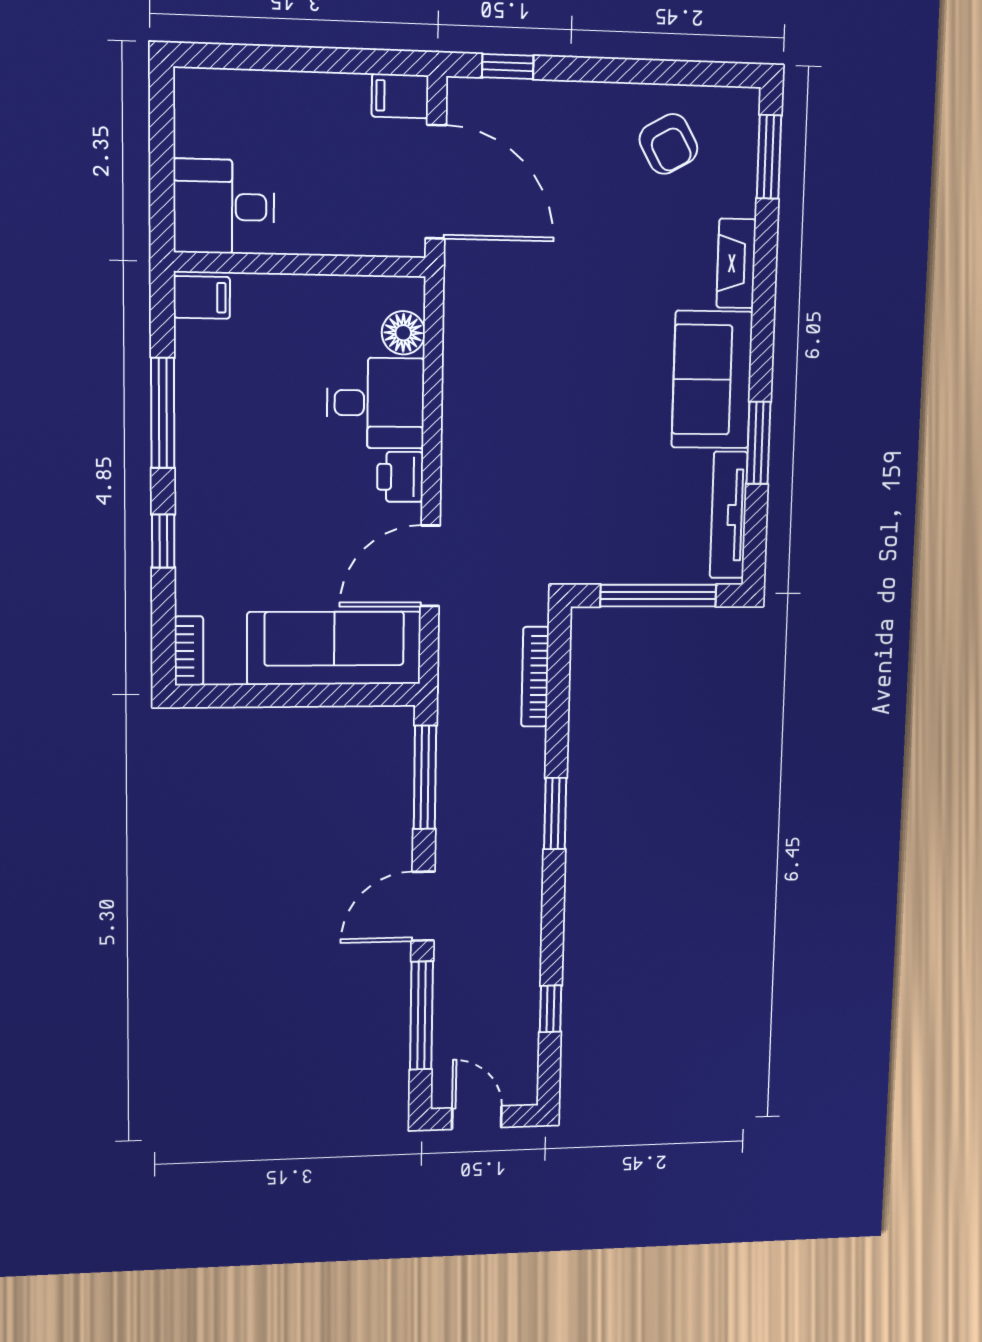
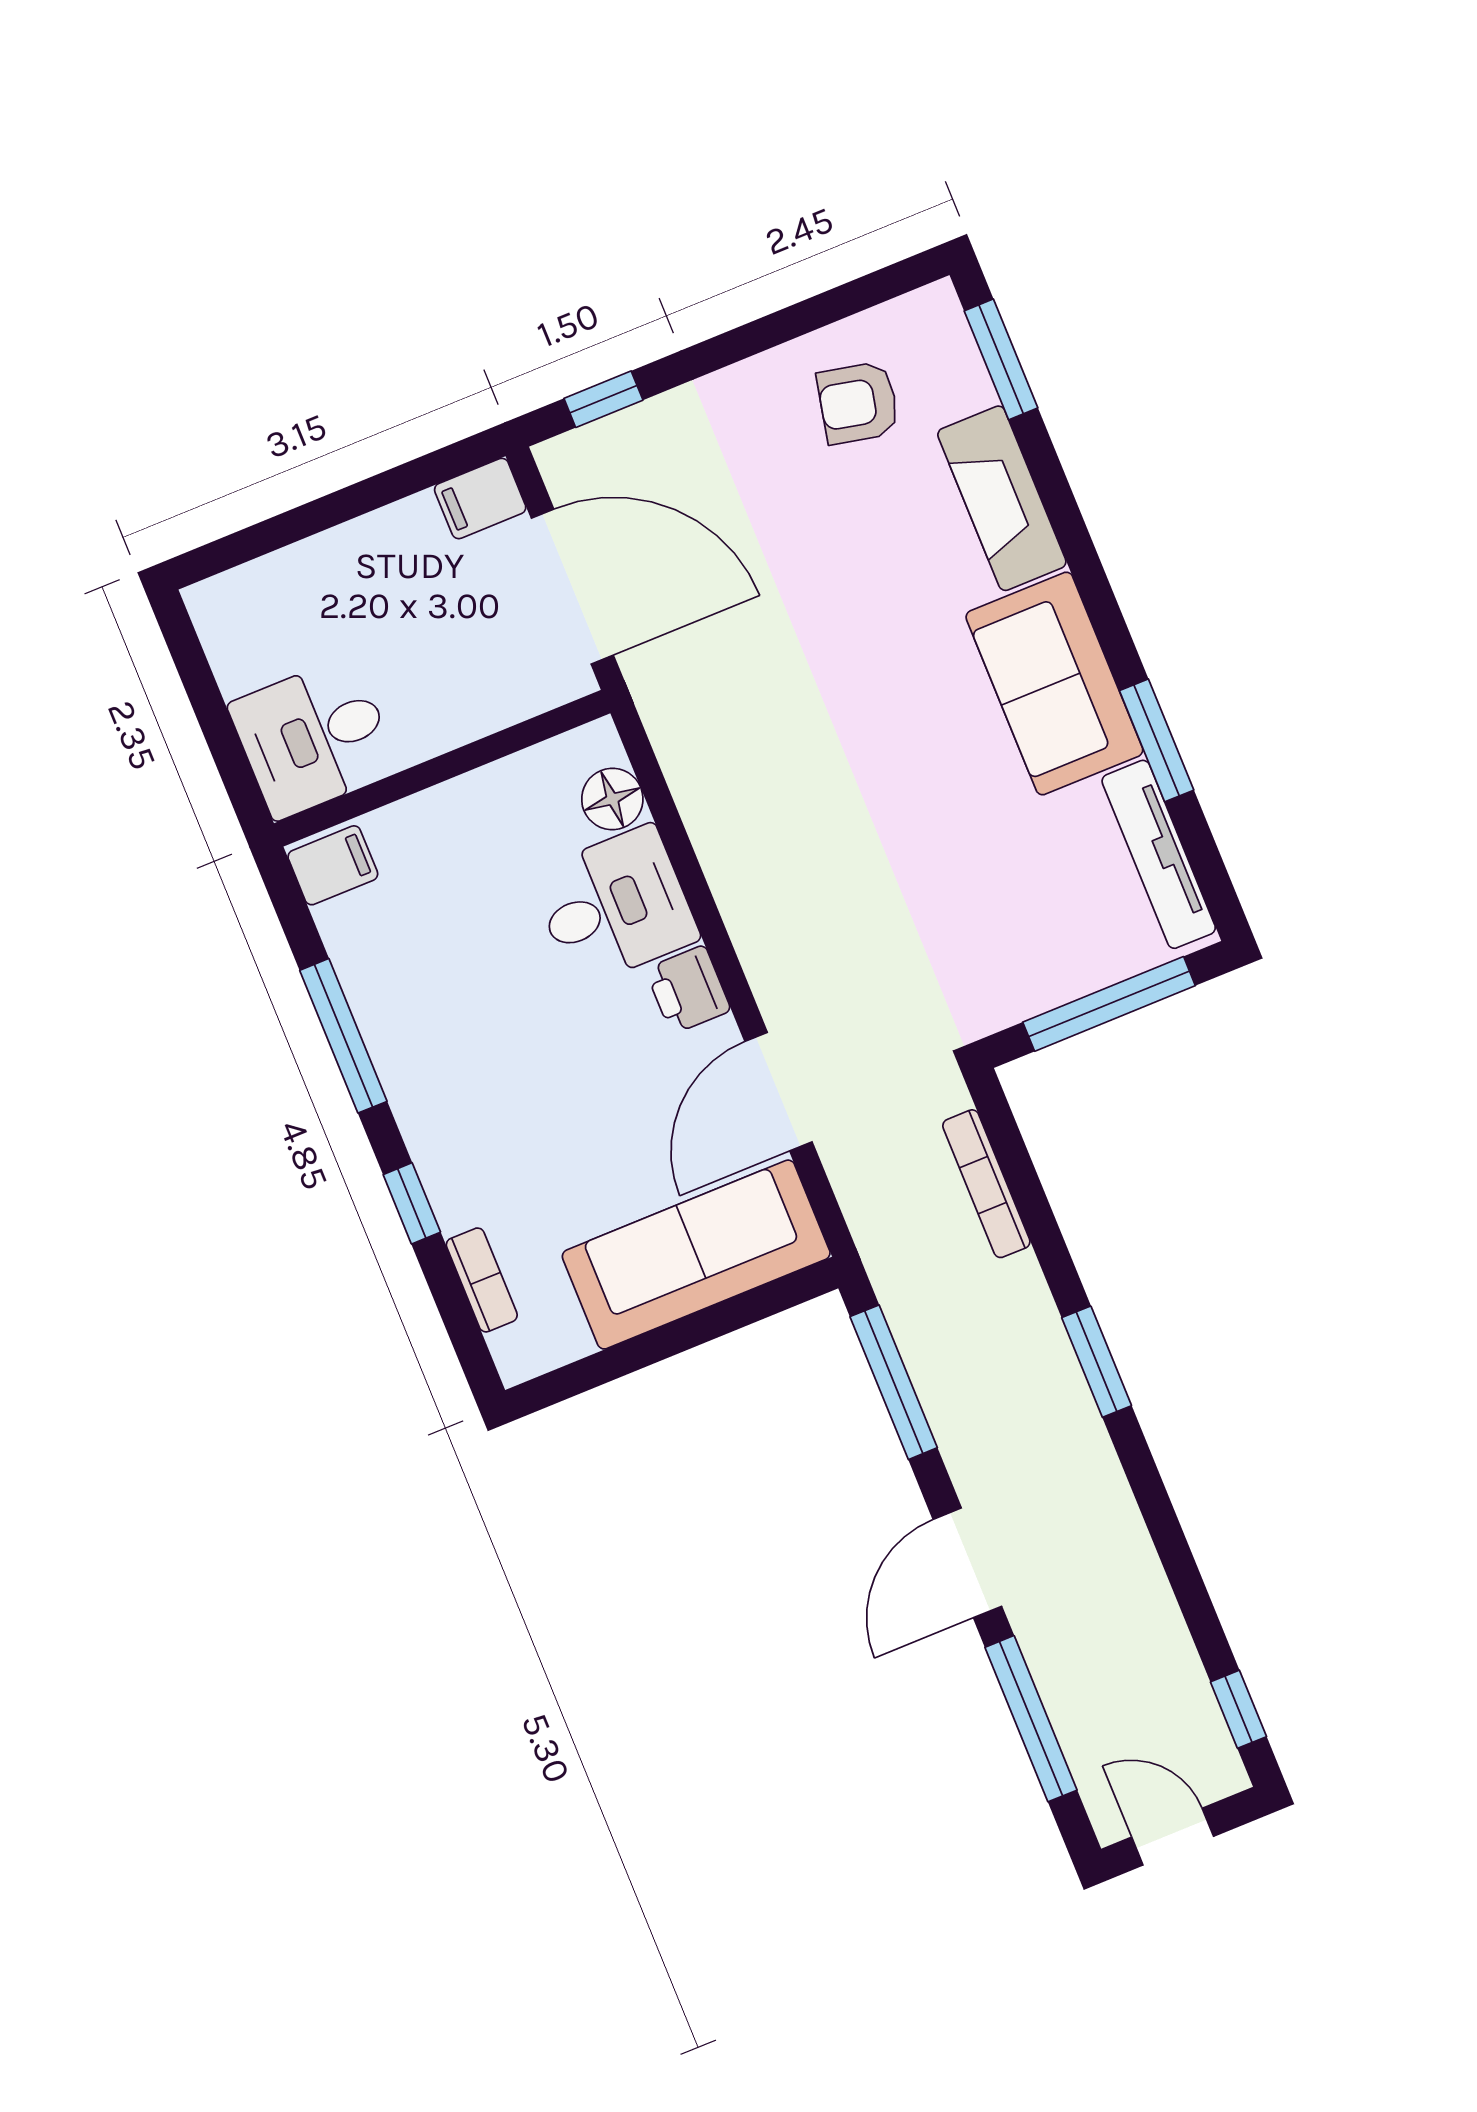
armchair: (668, 144) -> (858, 403), turned 131
fireplace: (736, 263) -> (1002, 498), width x1.37, depth x1.32
bookcase: (189, 651) -> (482, 1280), moved
window: (551, 1009) -> (1238, 1709), moved

